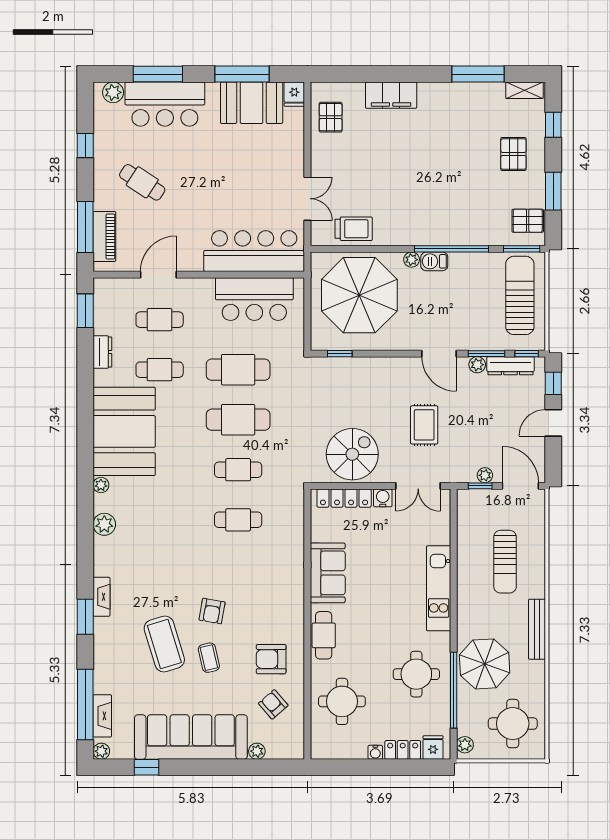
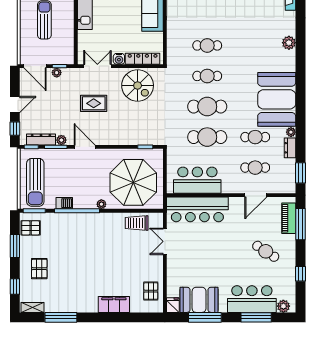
barbecue: (434, 261) -> (64, 203), moved
rug: (424, 425) -> (94, 103), turned 90
spiral stairs: (352, 454) -> (138, 85), turned -90
plant: (101, 485) -> (291, 132), moved

